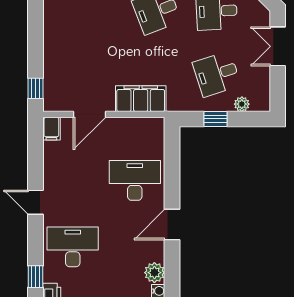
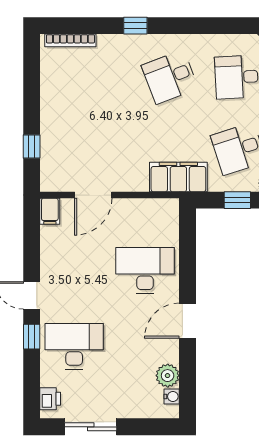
window: (35, 88) -> (32, 146), moved
filing cabinet: (141, 99) -> (178, 177), moved
window: (35, 277) -> (32, 337), moved

